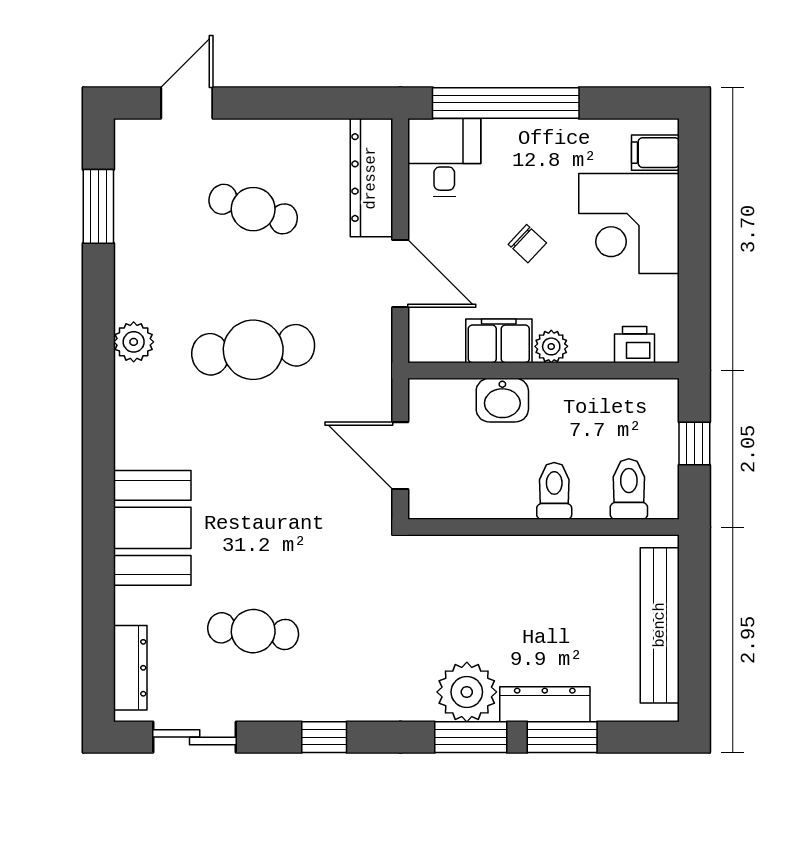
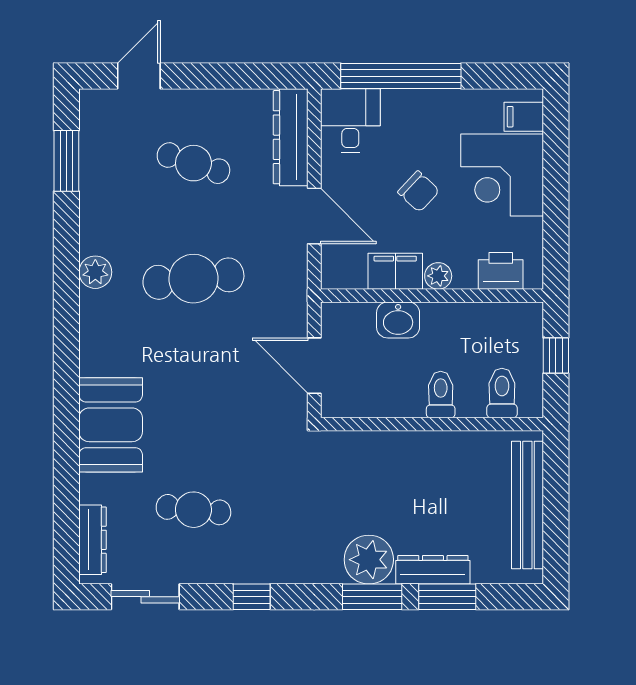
chair: (527, 244) -> (419, 191), width x1.37, depth x1.37
printer: (635, 345) -> (501, 271), width x1.36, depth x1.24

